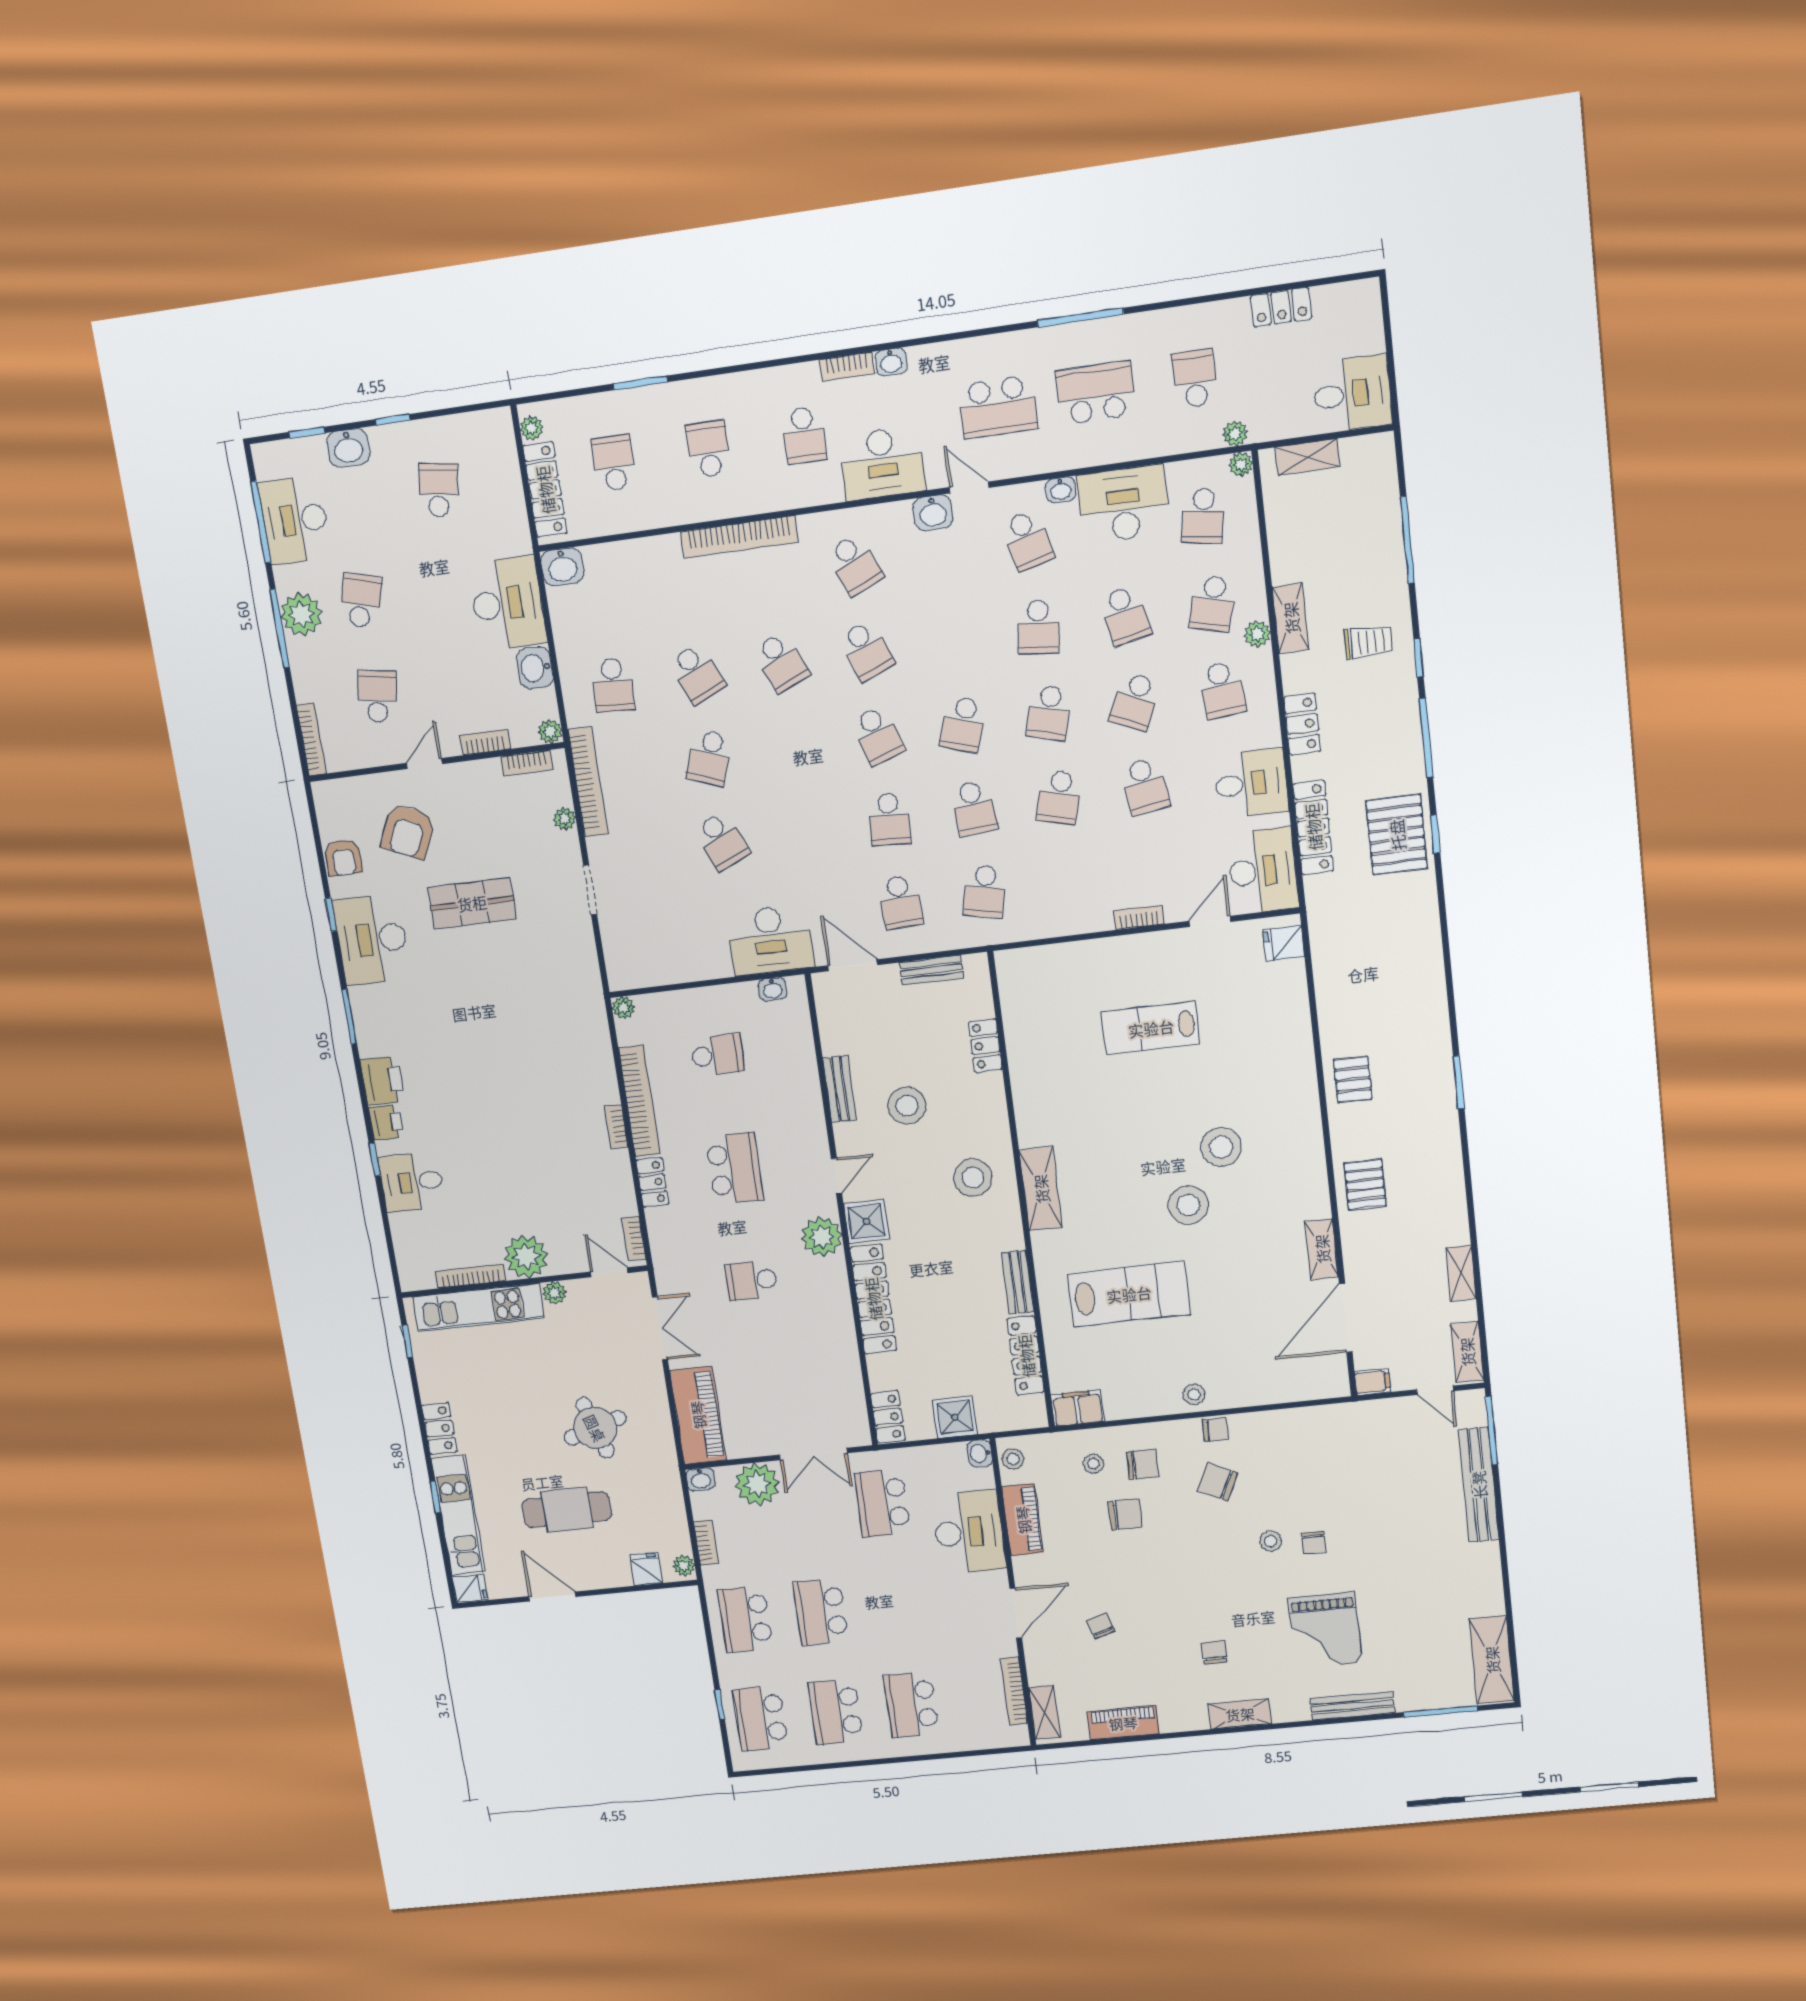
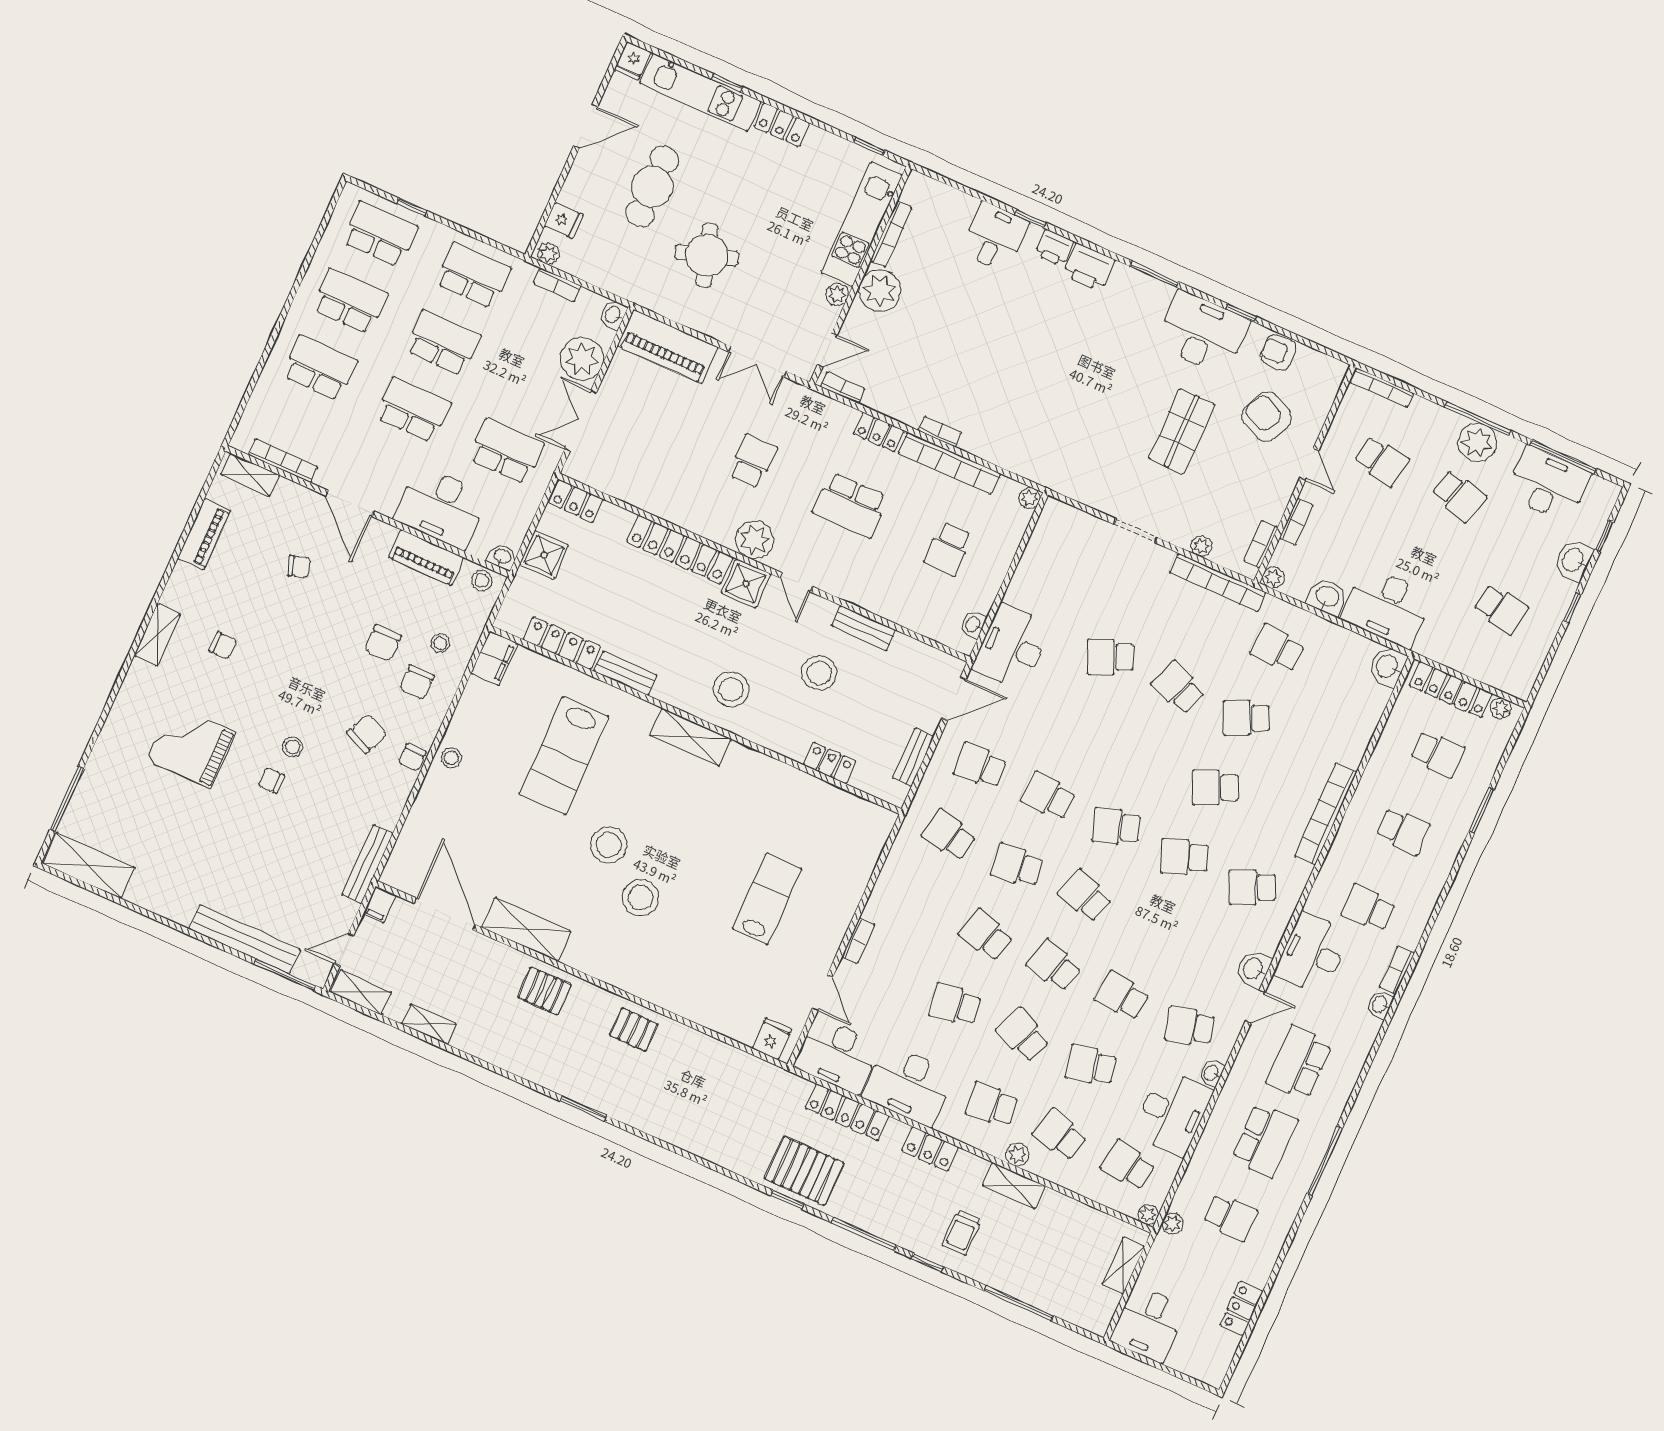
desk: (1251, 784) -> (909, 1085), width x1.37
shelving: (1322, 1249) -> (526, 929), width x1.50, depth x1.33
school desk: (897, 1605) -> (413, 410), added
bench: (1353, 1706) -> (367, 864), moved

